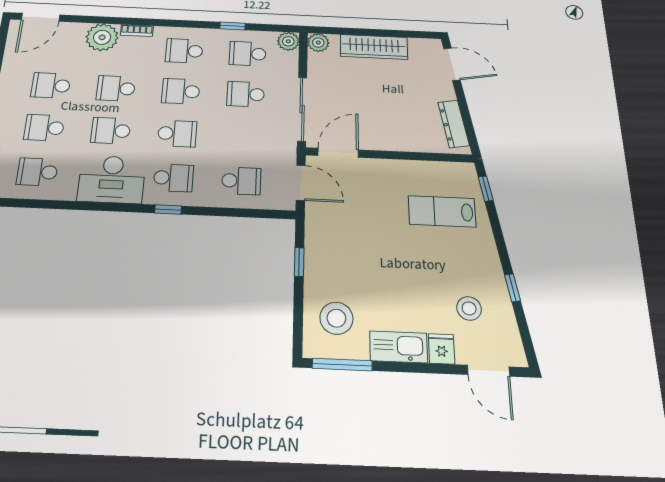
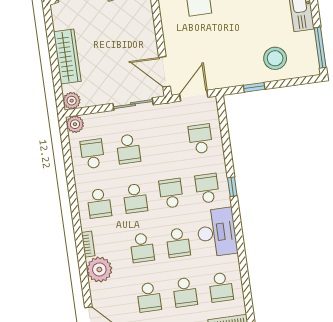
window: (233, 26) -> (69, 170), removed
school desk: (248, 54) -> (92, 154), turned 180
sliding door: (302, 109) -> (133, 104), width x0.73
stool: (336, 318) -> (275, 58), moved

